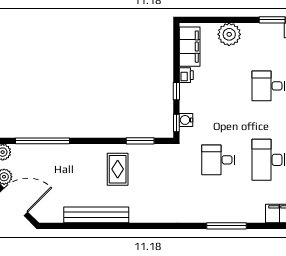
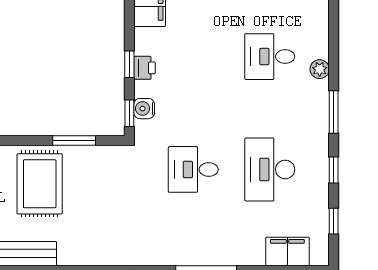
printer: (186, 75) -> (144, 68), moved
rug: (118, 169) -> (40, 184), width x1.36, depth x1.43

